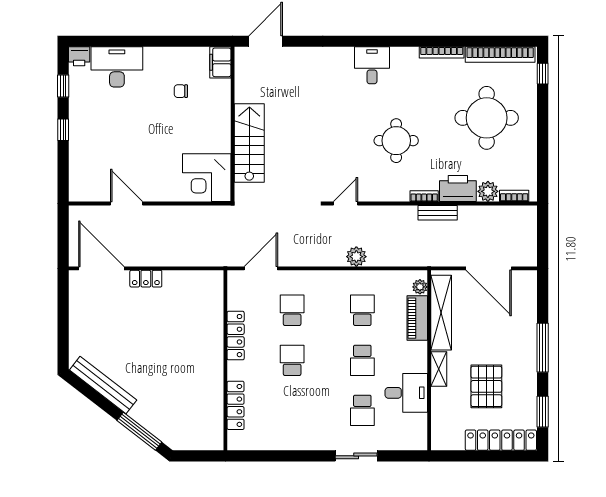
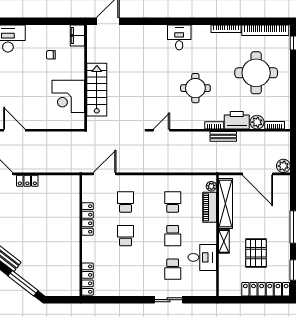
corner desk: (207, 178) -> (68, 96), moved
plant: (356, 257) -> (283, 166), moved
locker: (236, 405) -> (88, 279), moved

